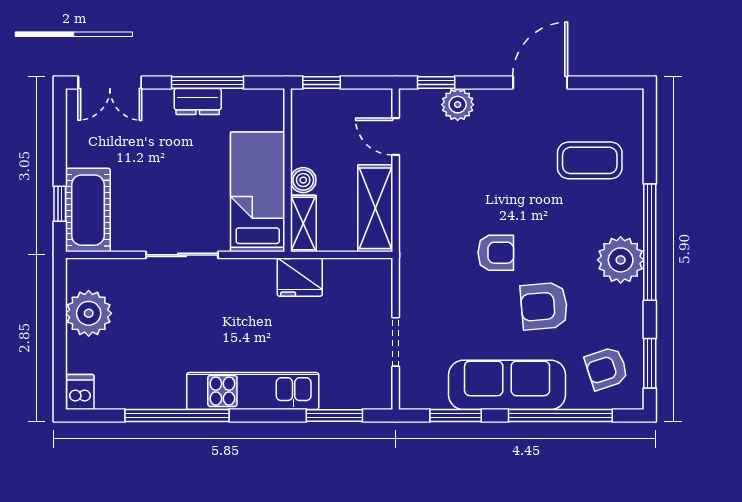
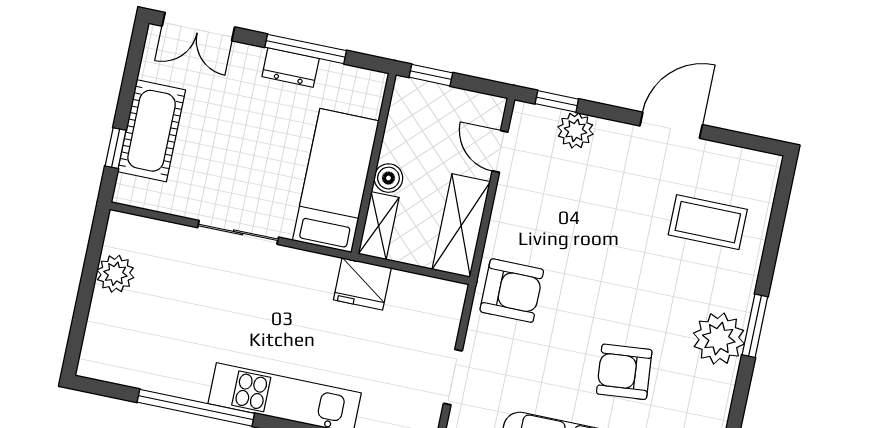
cot: (88, 210) -> (152, 131), moved
window: (650, 242) -> (755, 326), width x0.47
armchair: (496, 253) -> (512, 291), moved, width x1.38, depth x1.38
plant: (89, 313) -> (115, 274), width x0.73, depth x0.73
dishwasher: (80, 392) -> (95, 360), removed

